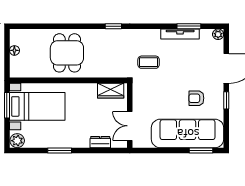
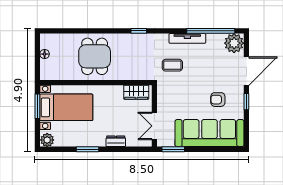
window: (189, 26) -> (211, 31), width x2.11
tv unit: (180, 34) -> (187, 38), moved
plant: (218, 34) -> (234, 43), width x1.87, depth x1.87
dresser: (100, 142) -> (116, 141), moved
window: (201, 150) -> (173, 149), moved

